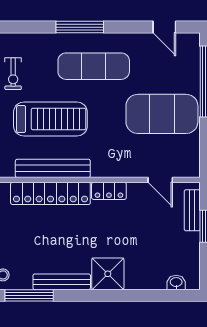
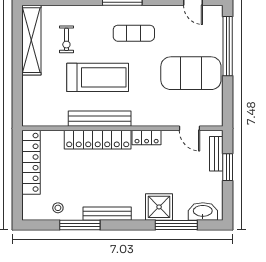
exercise mat: (94, 66) -> (134, 33), width x0.73, depth x0.69
shower: (108, 274) -> (159, 207), moved
washbasin: (176, 282) -> (203, 211), width x1.91, depth x1.45
window: (144, 295) -> (176, 225), added

